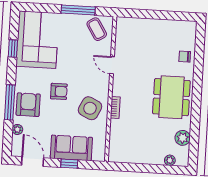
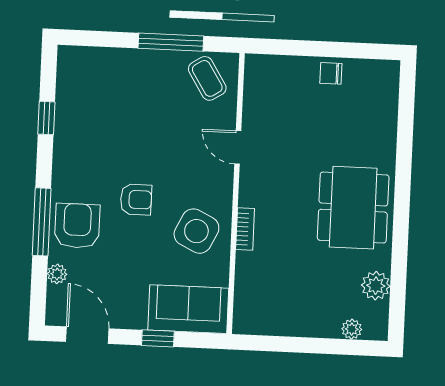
corner sofa: (37, 40) -> (93, 100), removed
chair: (185, 57) -> (331, 73), moved
sofa: (71, 148) -> (188, 309), moved

